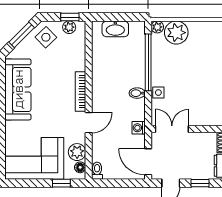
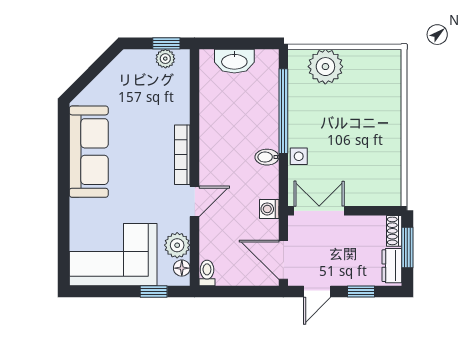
plant: (157, 27) -> (297, 58), removed
window: (22, 35) -> (94, 70), removed
side table: (46, 37) -> (131, 74), removed

